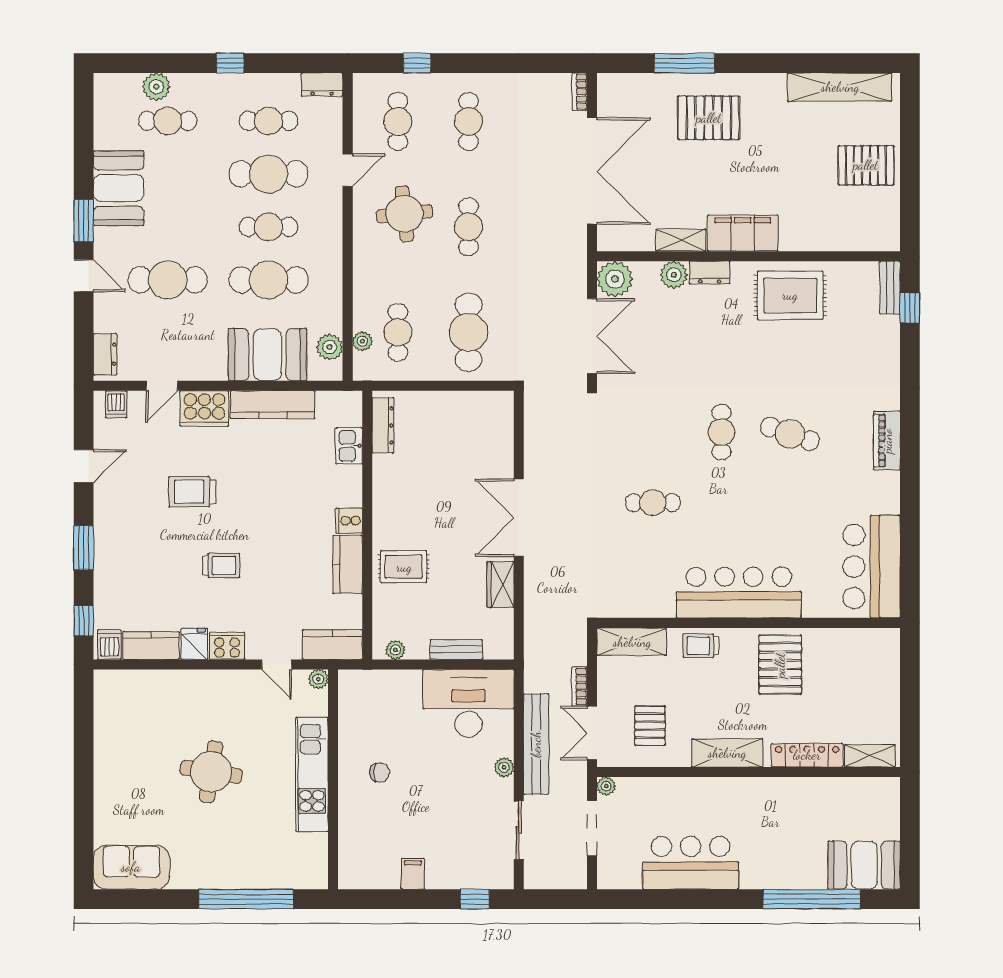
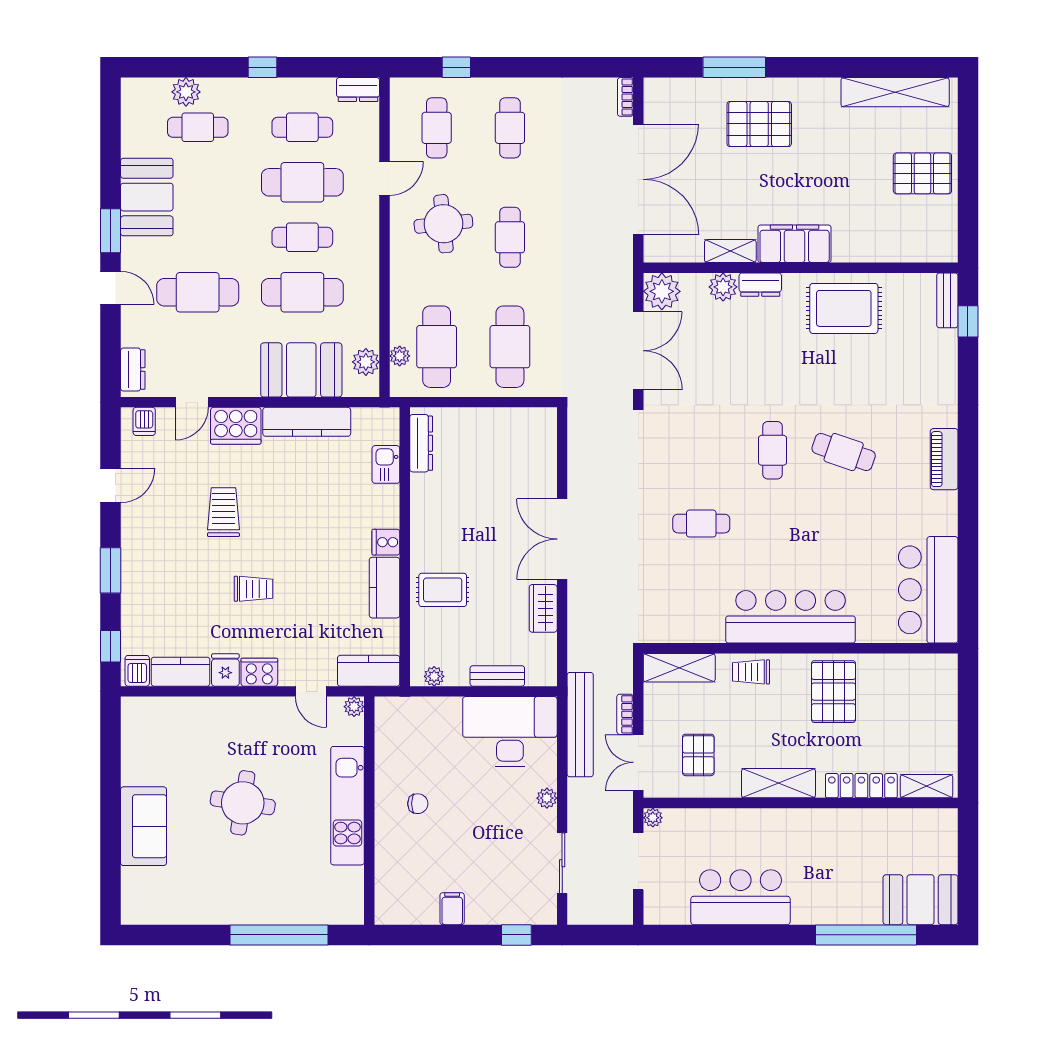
cafe table: (398, 332) -> (437, 347), width x1.37, depth x1.35
trolley: (192, 492) -> (223, 512), turned 90
bench: (536, 744) -> (580, 725), moved
sofa: (131, 867) -> (144, 826), moved, turned 90

